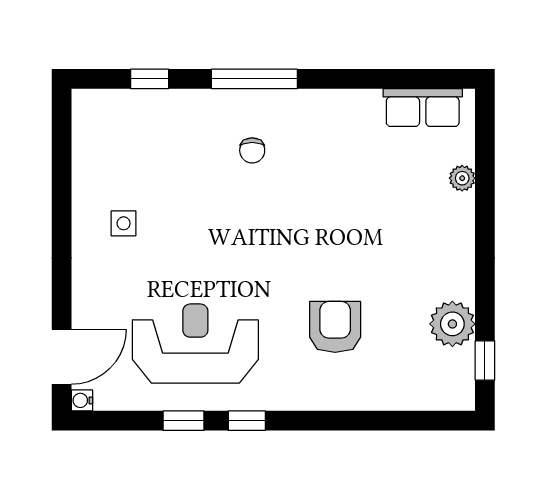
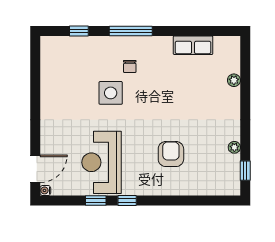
row of seats: (423, 108) -> (193, 45), moved
side table: (124, 223) -> (111, 93), moved, width x1.87, depth x1.87
plant: (452, 324) -> (234, 147), width x0.53, depth x0.53
reception desk: (195, 344) -> (102, 162), turned -90

